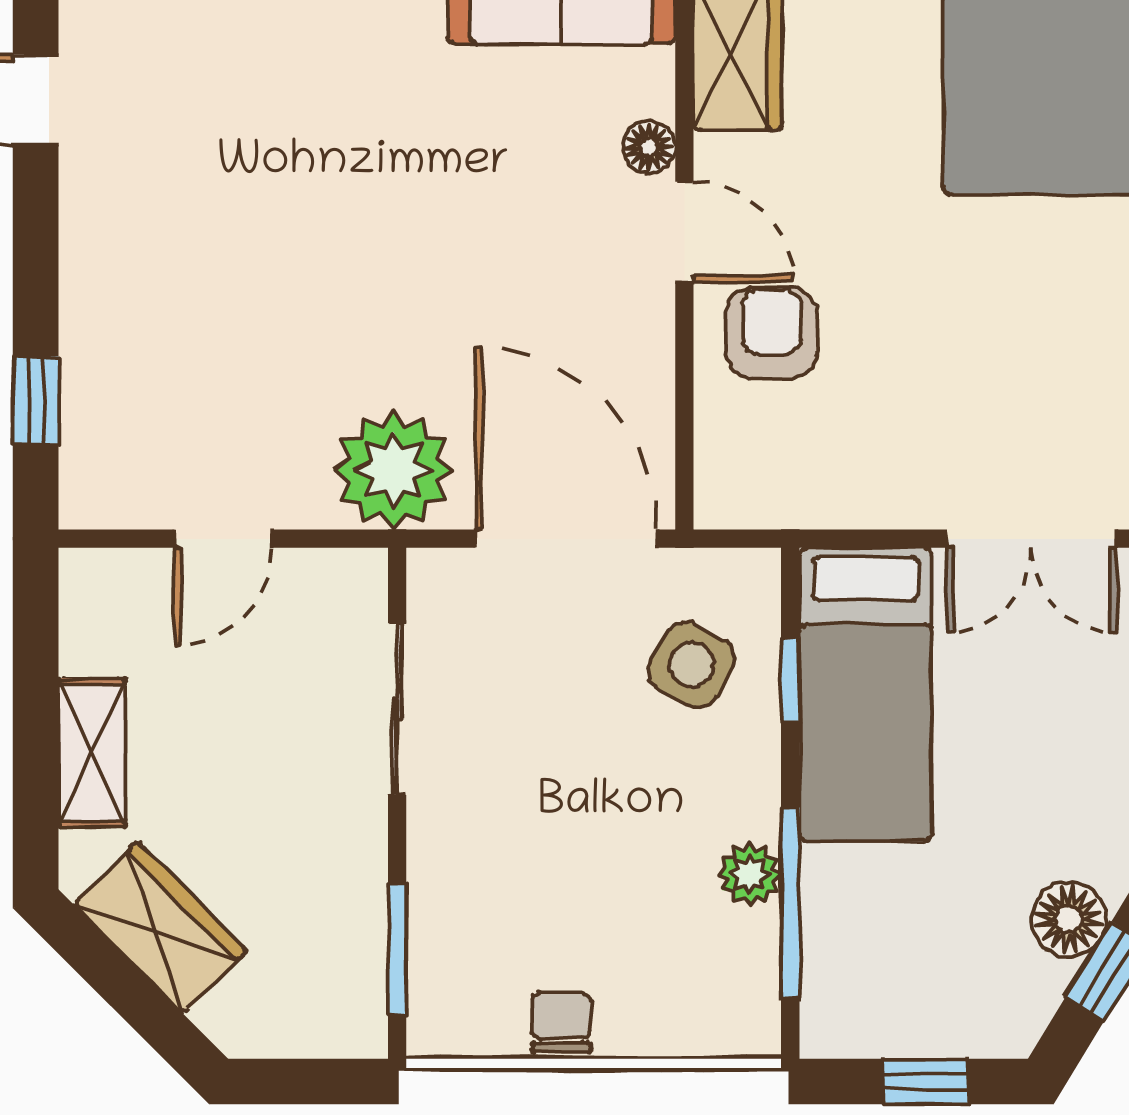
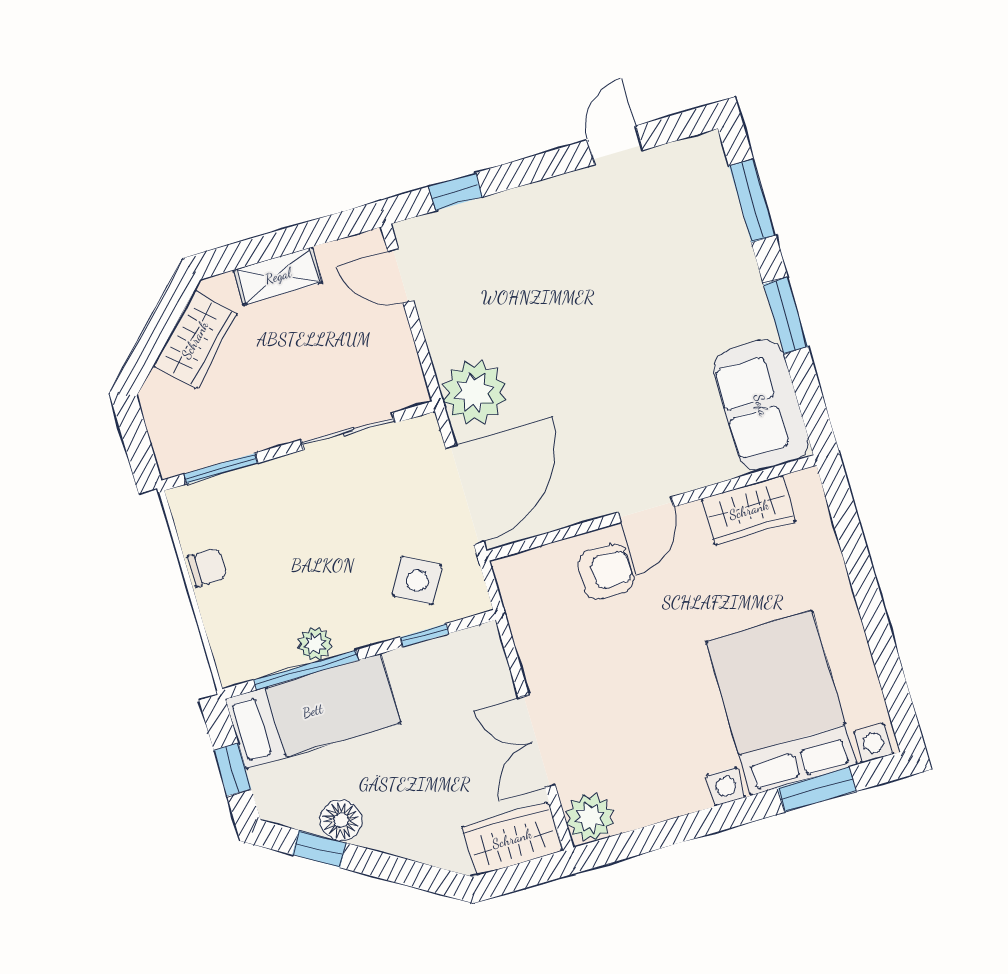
floor lamp: (649, 147) -> (685, 478), removed
door: (223, 539) -> (401, 276), moved
bed: (865, 694) -> (313, 711), moved, turned 180

